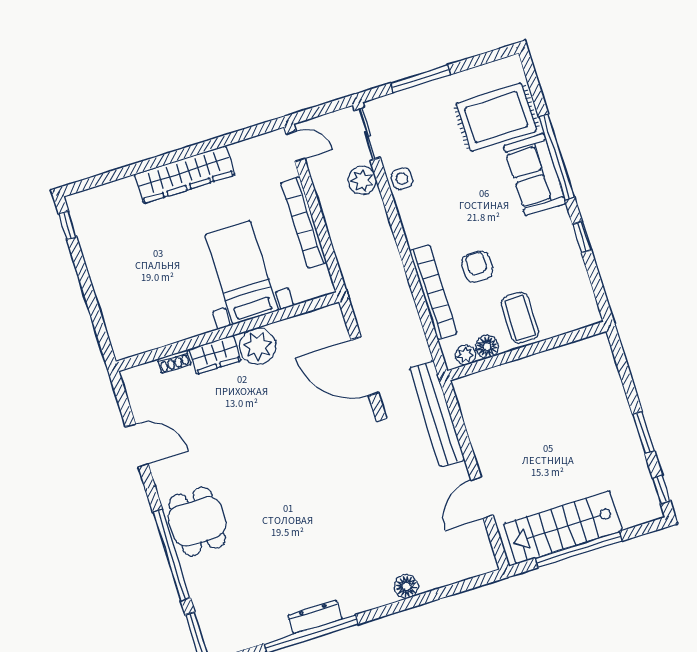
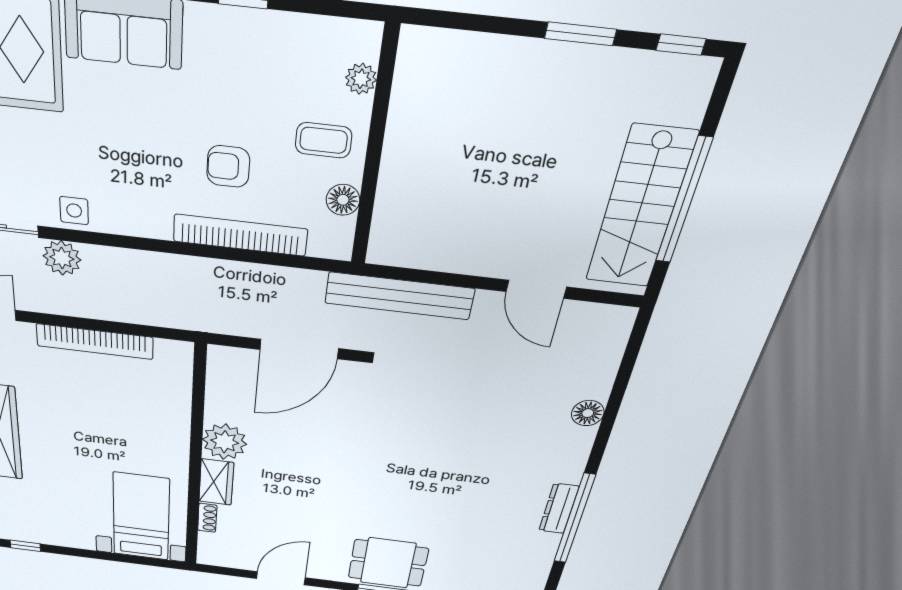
bed with nightstands: (242, 273) -> (141, 517), moved, turned 90
coffee table: (520, 318) -> (324, 140), width x0.73, depth x0.77
plant: (466, 355) -> (361, 79), moved

